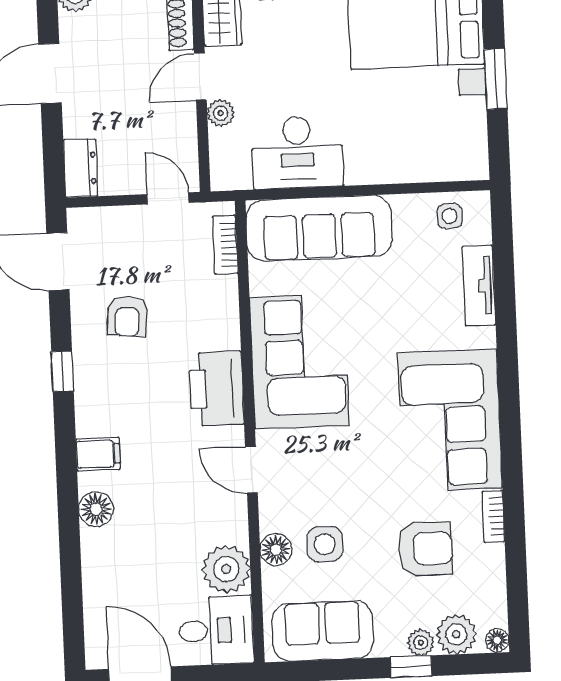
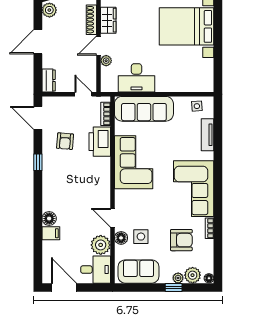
window: (496, 79) -> (218, 52), removed
printer: (216, 389) -> (100, 142), moved
filing cabinet: (98, 454) -> (51, 233), moved
door: (251, 470) -> (113, 218), moved

